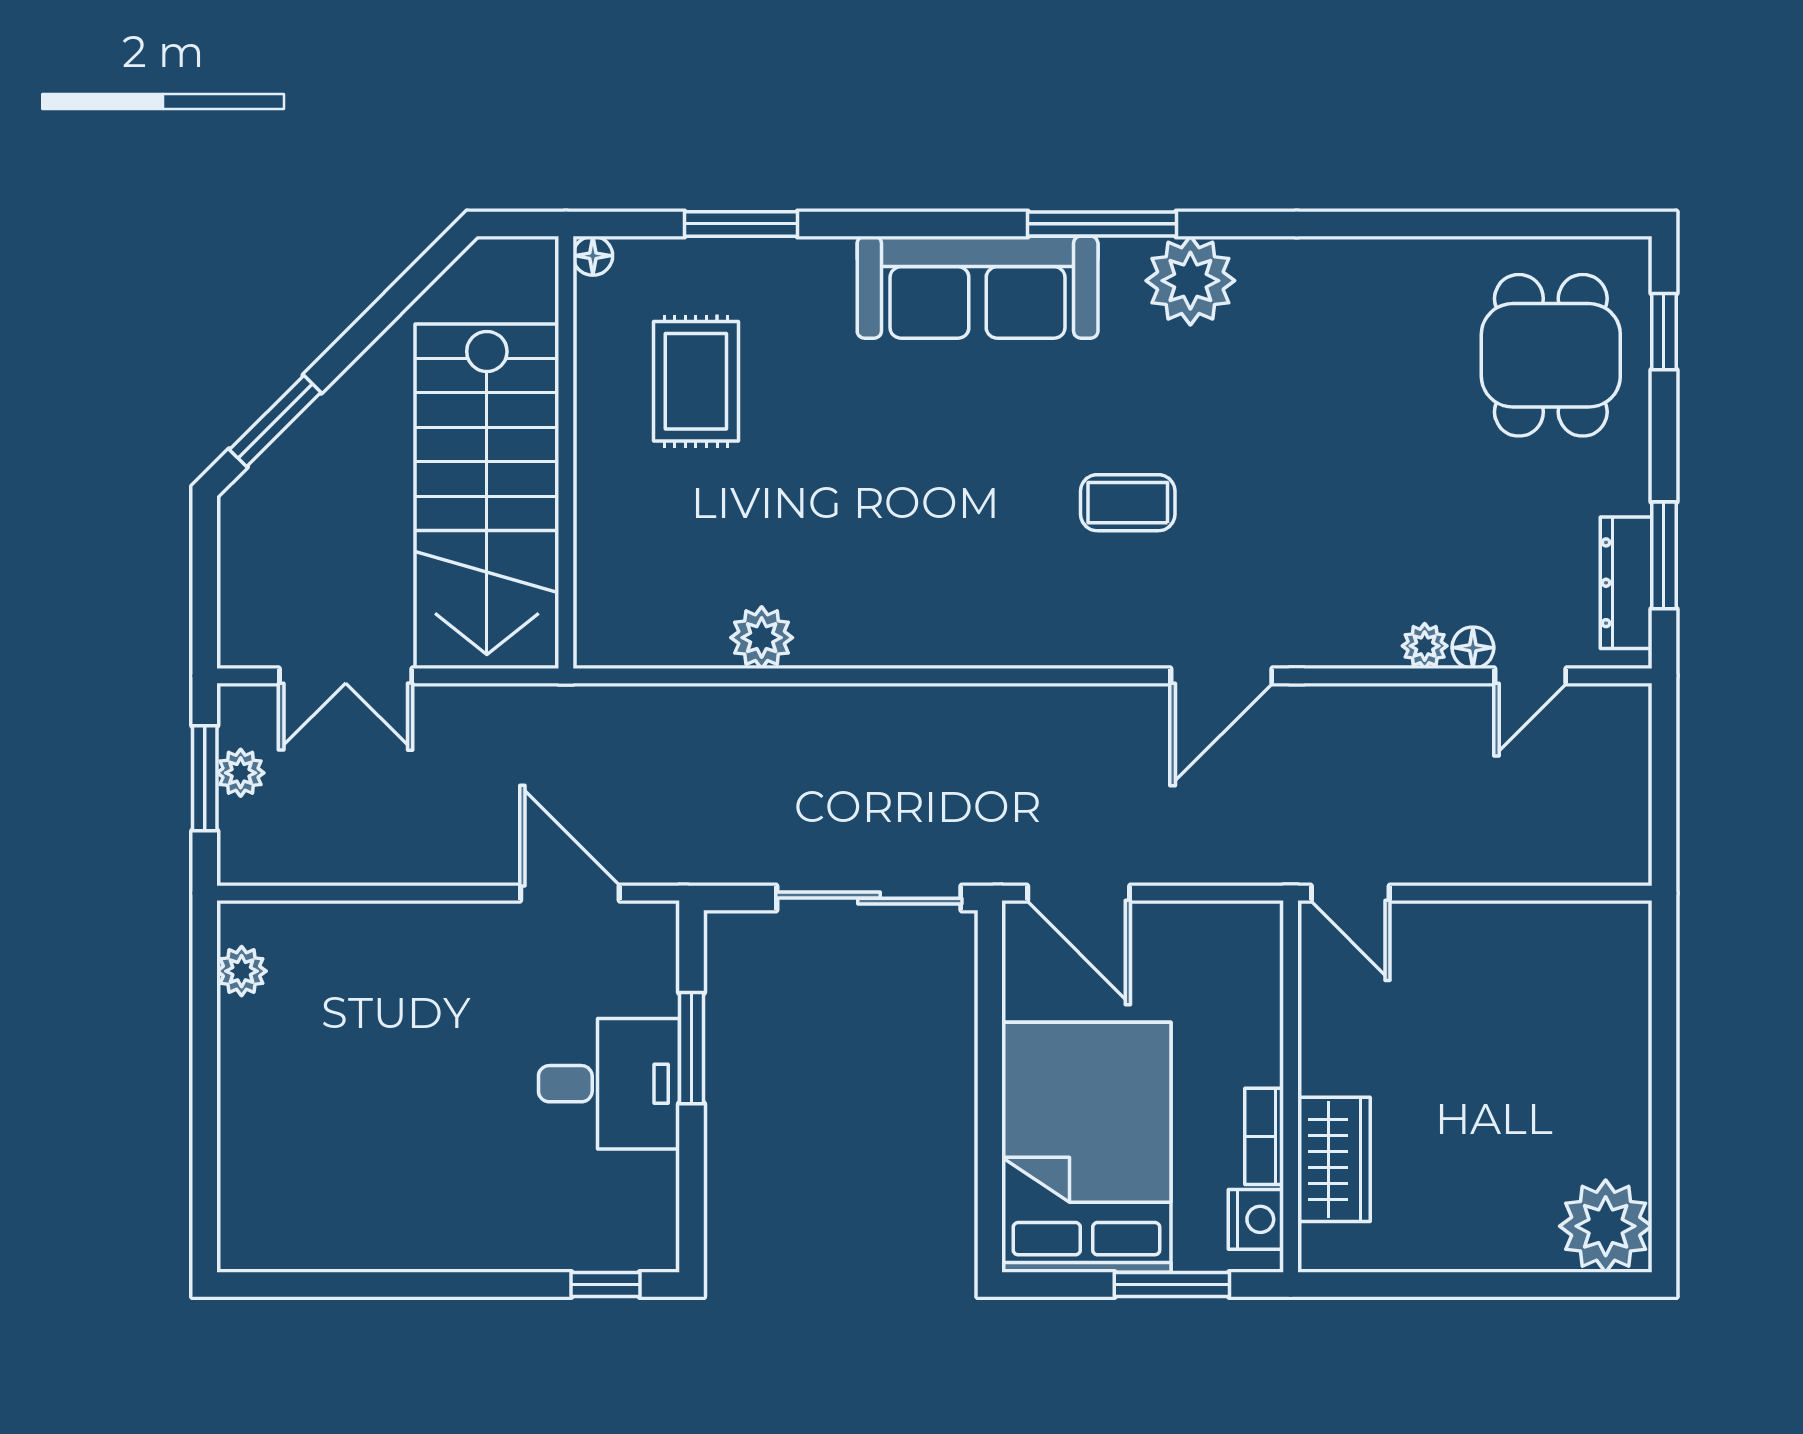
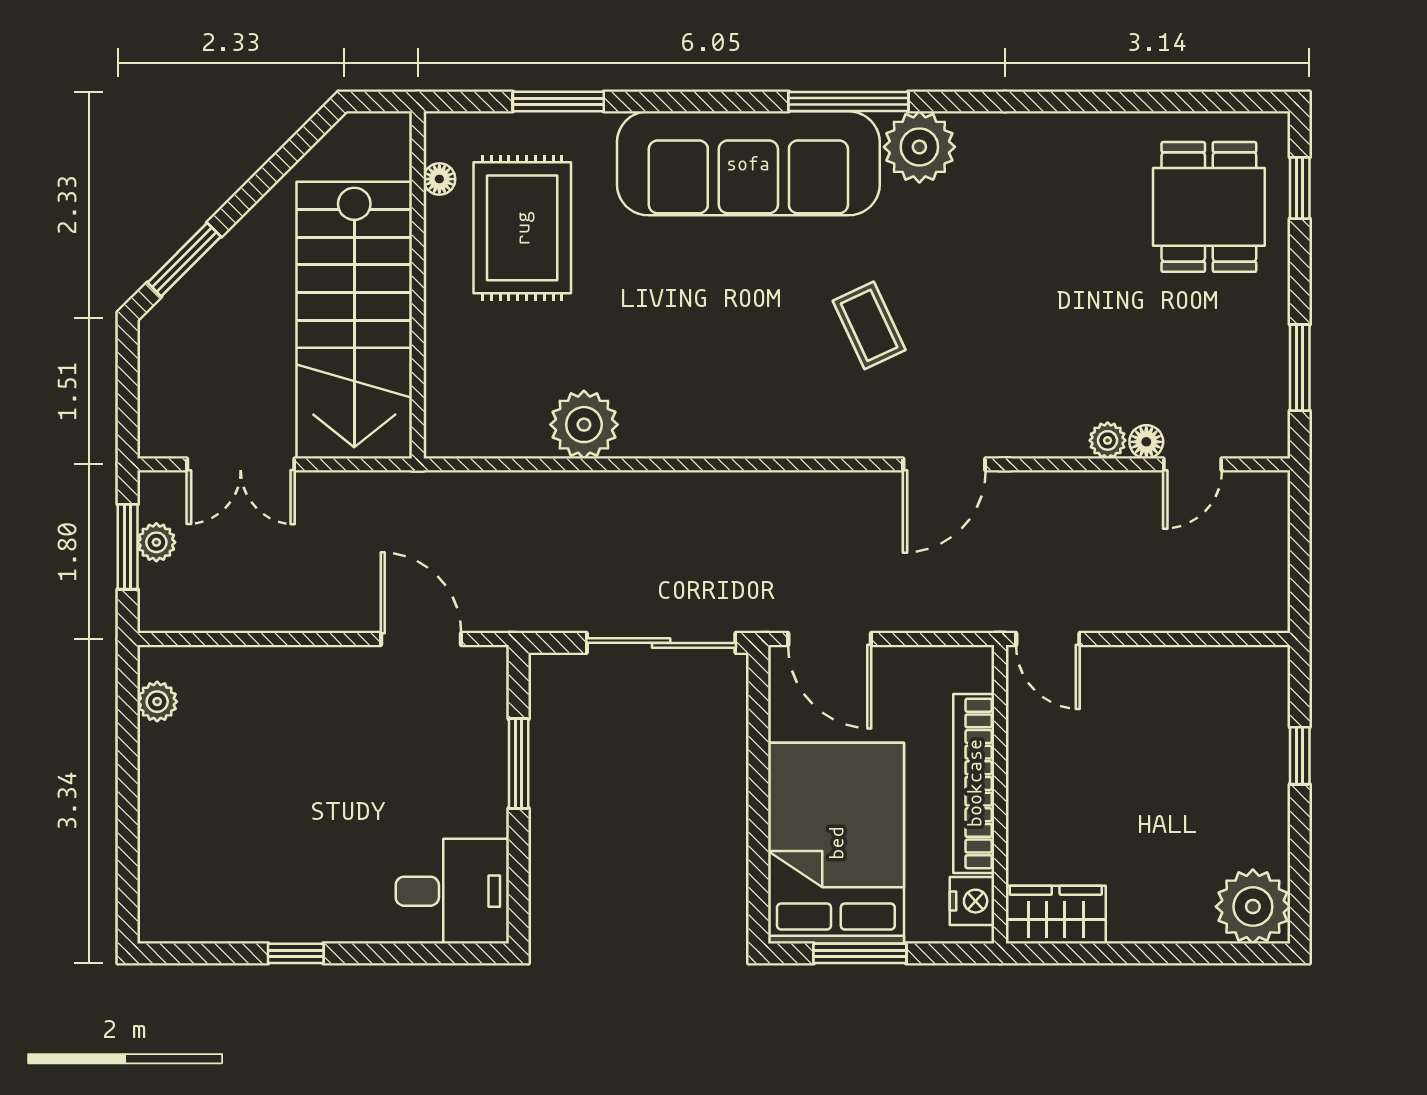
floor lamp: (593, 256) -> (439, 179), moved
sofa: (978, 287) -> (748, 163), width x1.36, depth x1.27
rug: (696, 381) -> (522, 228), width x1.36, depth x1.43
coffee table: (1128, 503) -> (869, 325), turned 65
dresser: (1626, 583) -> (1269, 390), removed
plant: (762, 638) -> (584, 425), width x1.36, depth x1.36
window: (1664, 1038) -> (1300, 756), added
desk: (609, 1084) -> (452, 891), moved
bookcase: (1264, 1136) -> (974, 783), width x2.31, depth x1.31
wardrobe: (1334, 1159) -> (1056, 915), moved, turned -90
window: (606, 1285) -> (296, 953), moved
window: (1172, 1285) -> (860, 953), moved

